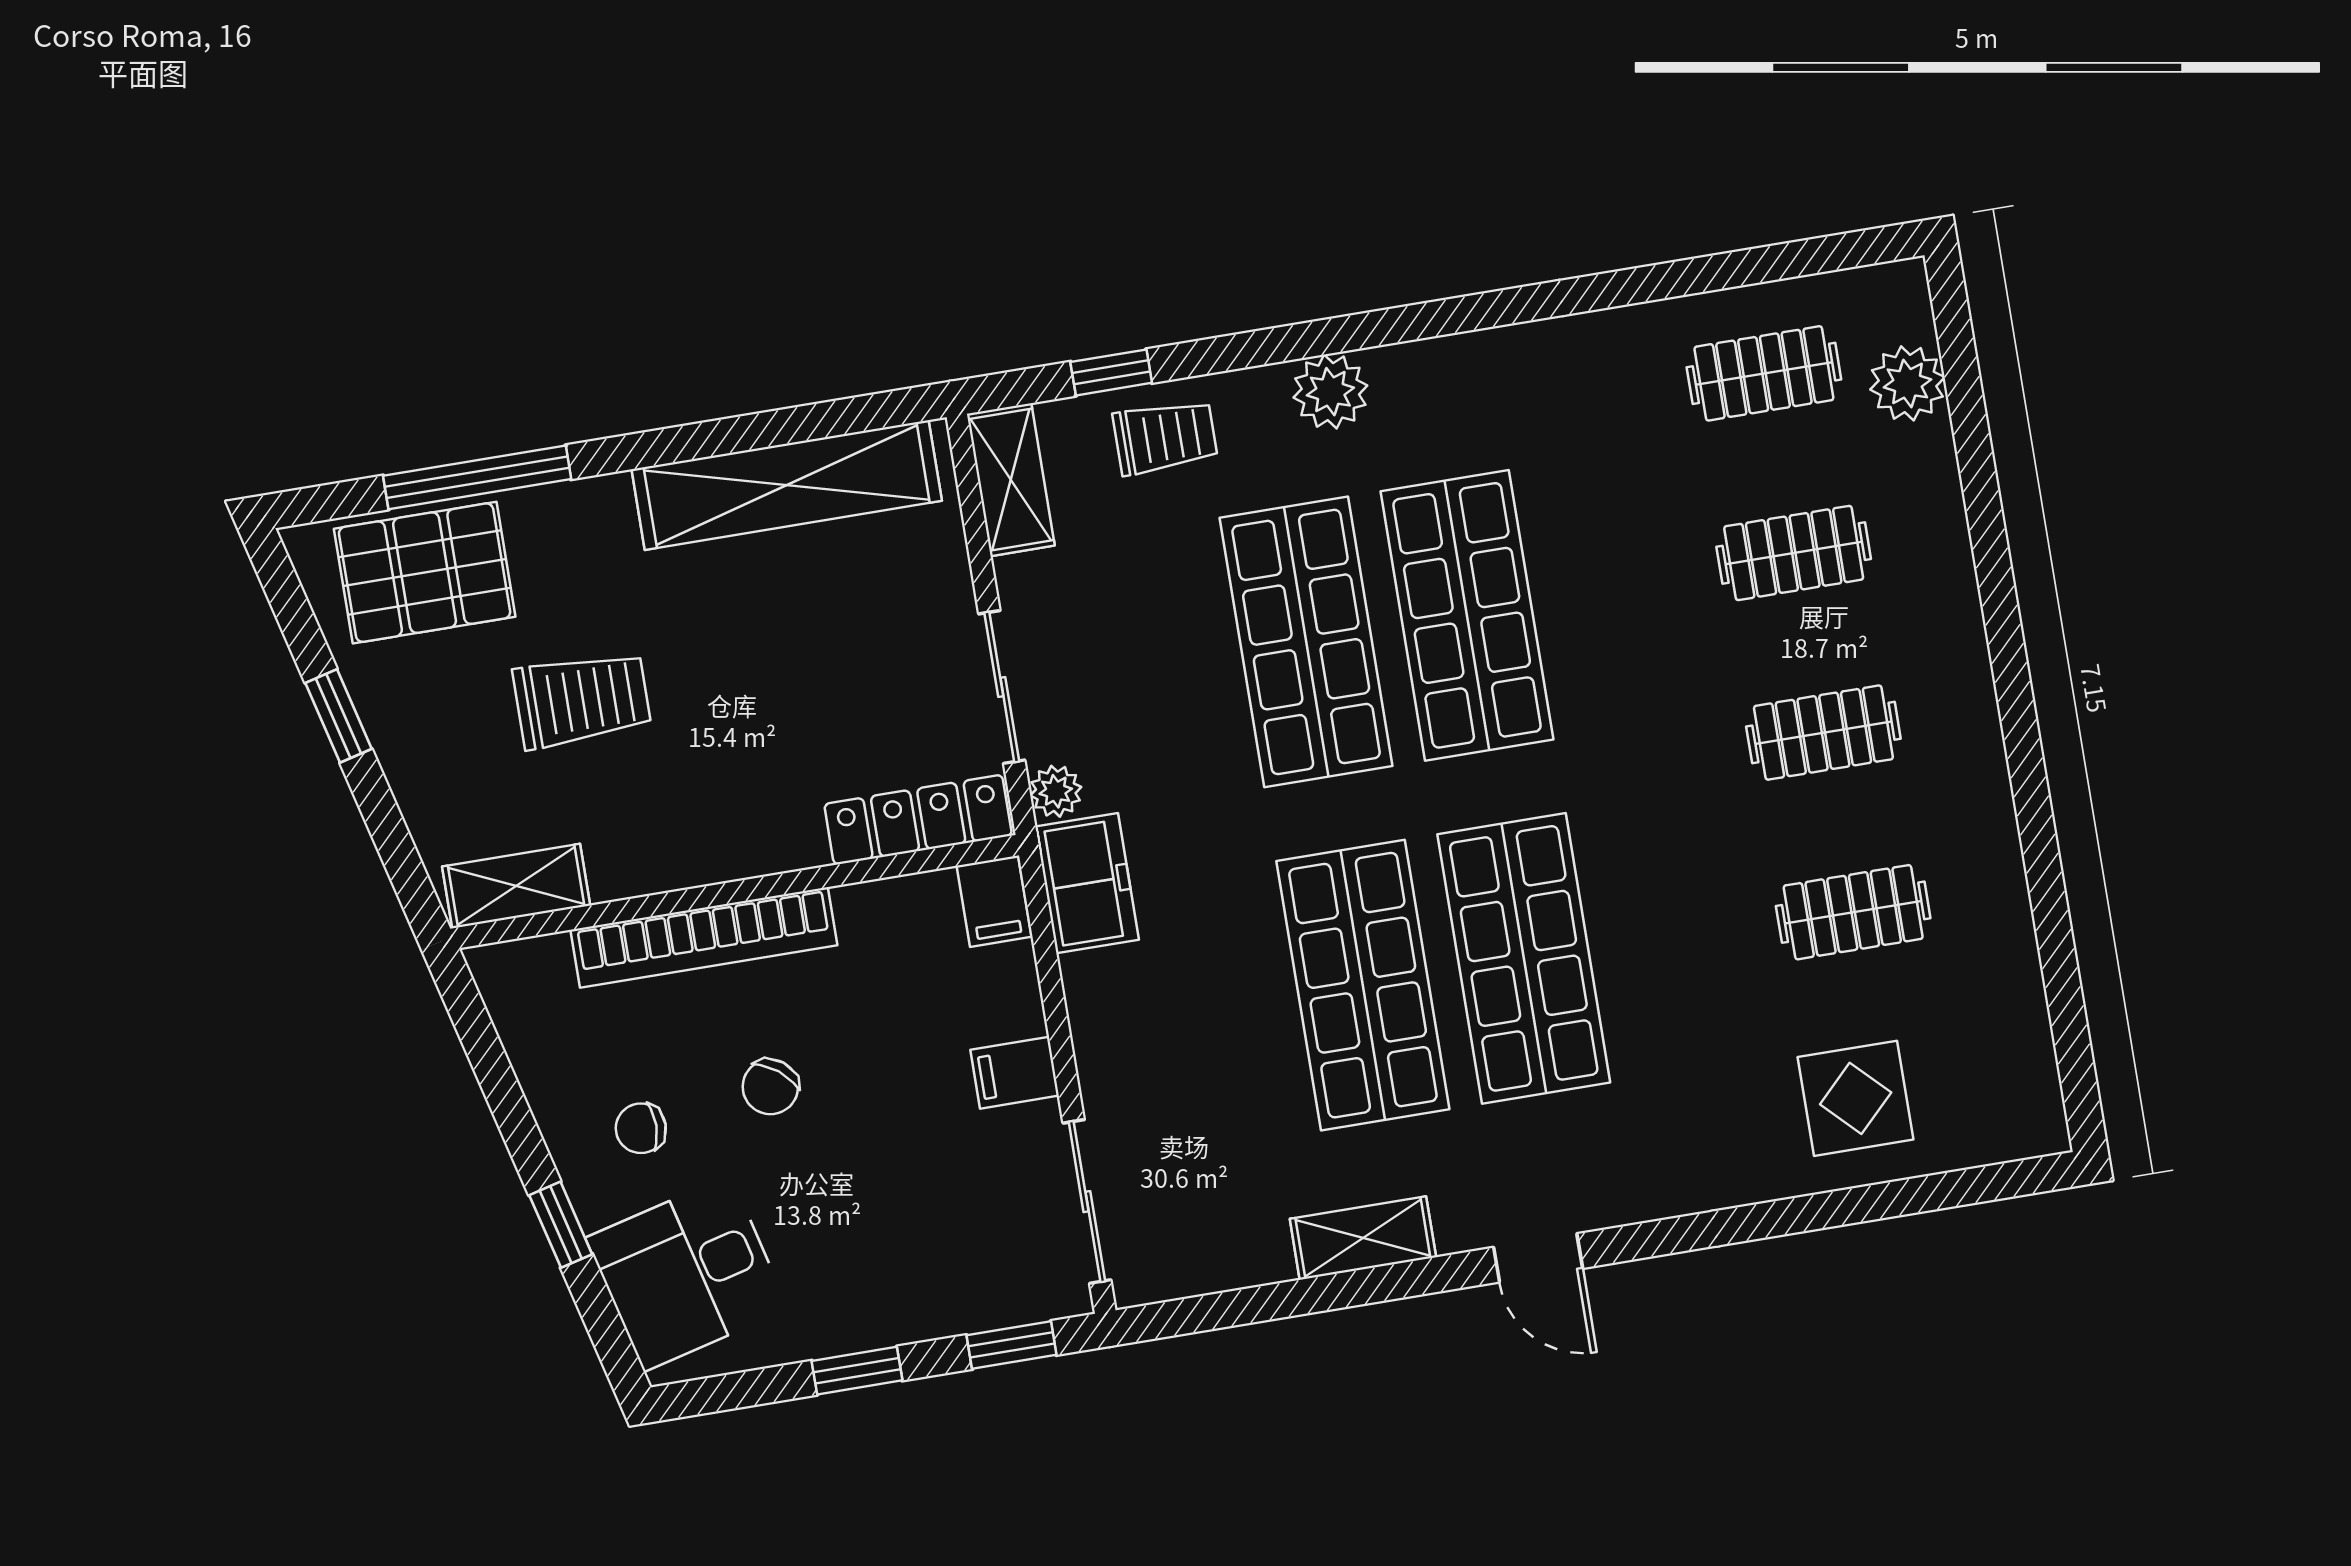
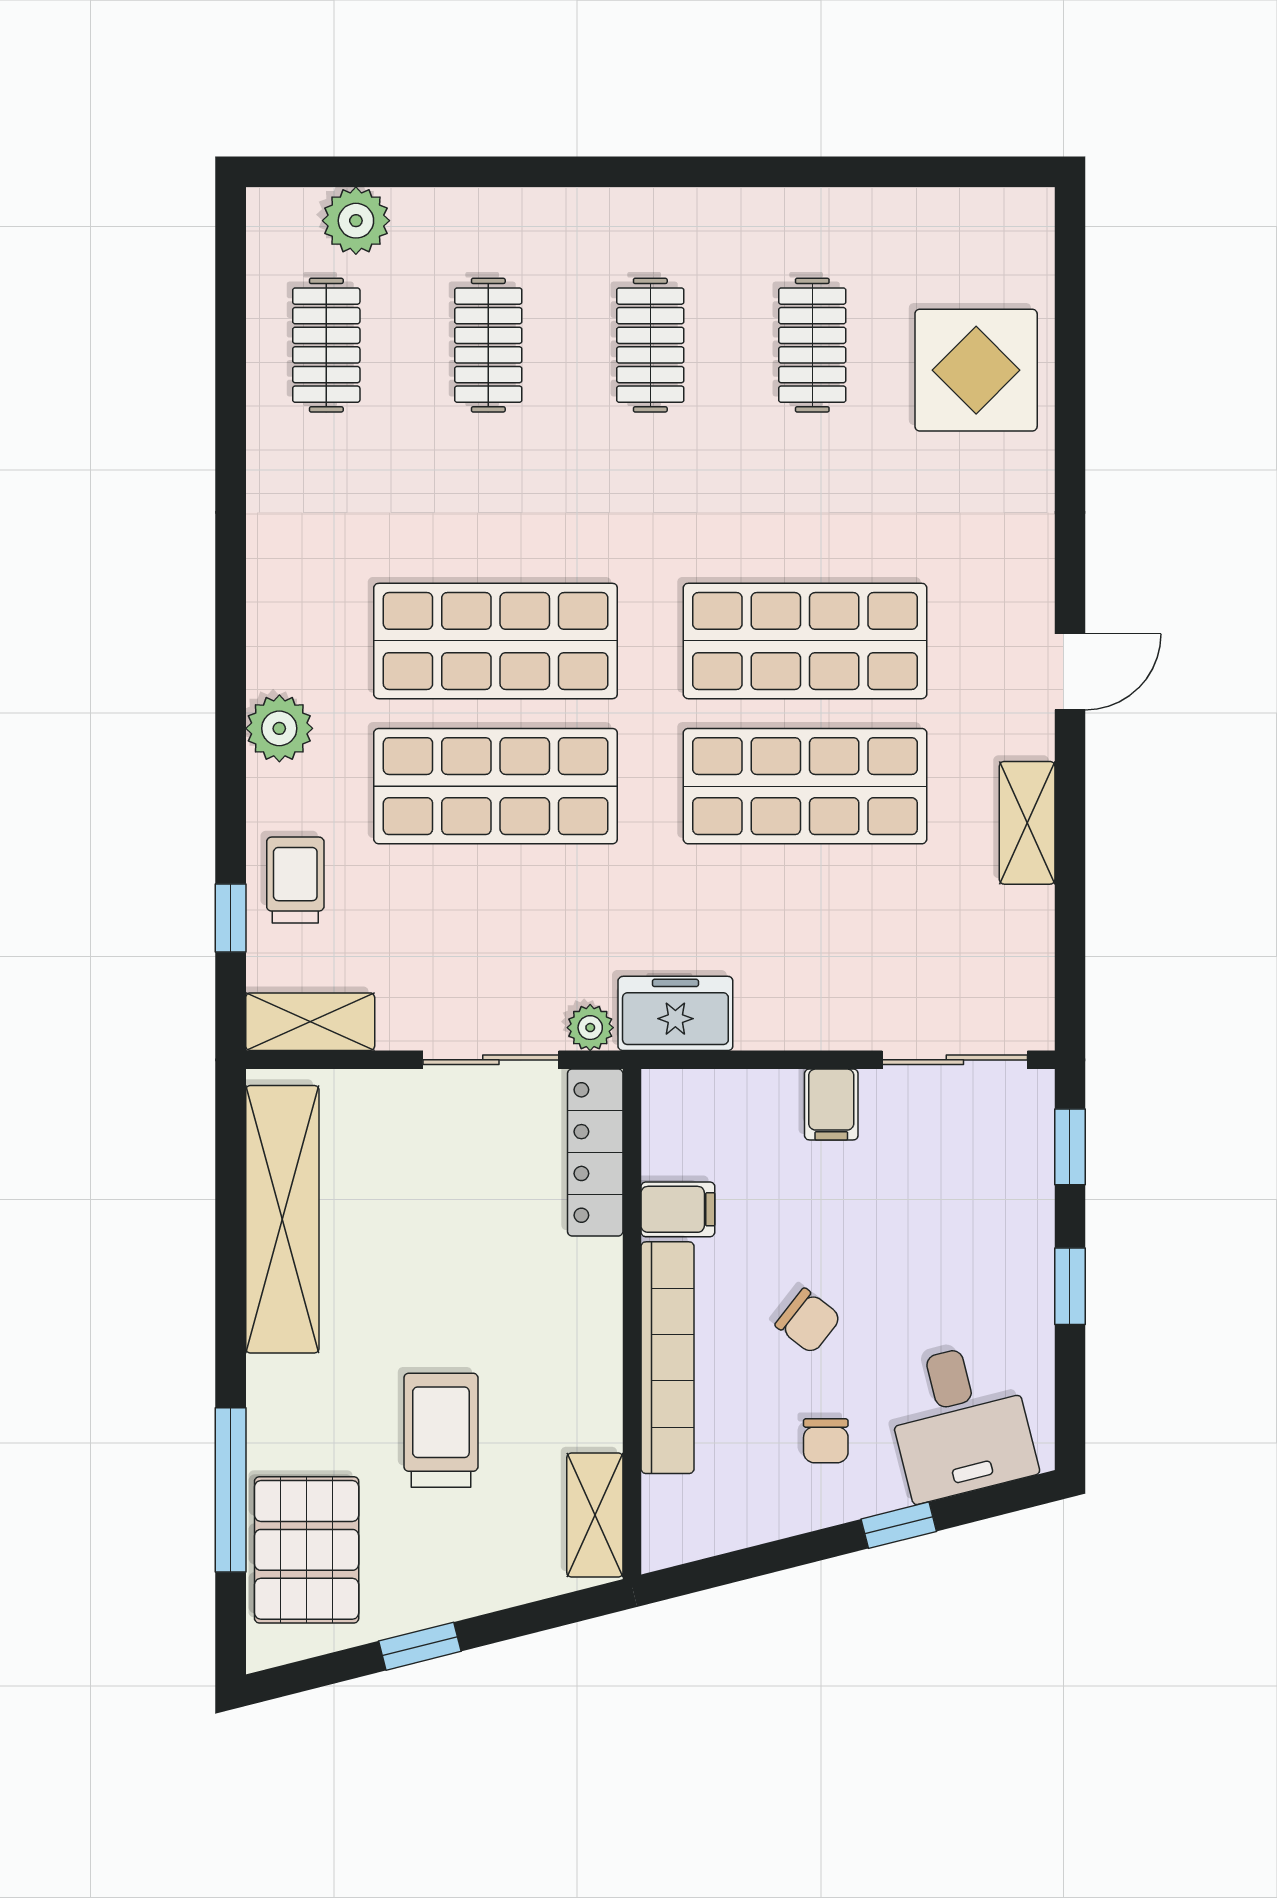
filing cabinet: (994, 901) -> (678, 1209), moved
display table: (1856, 1098) -> (976, 370), width x1.36, depth x1.36

